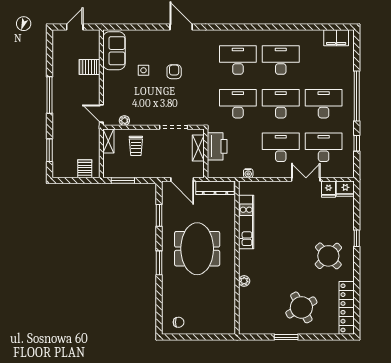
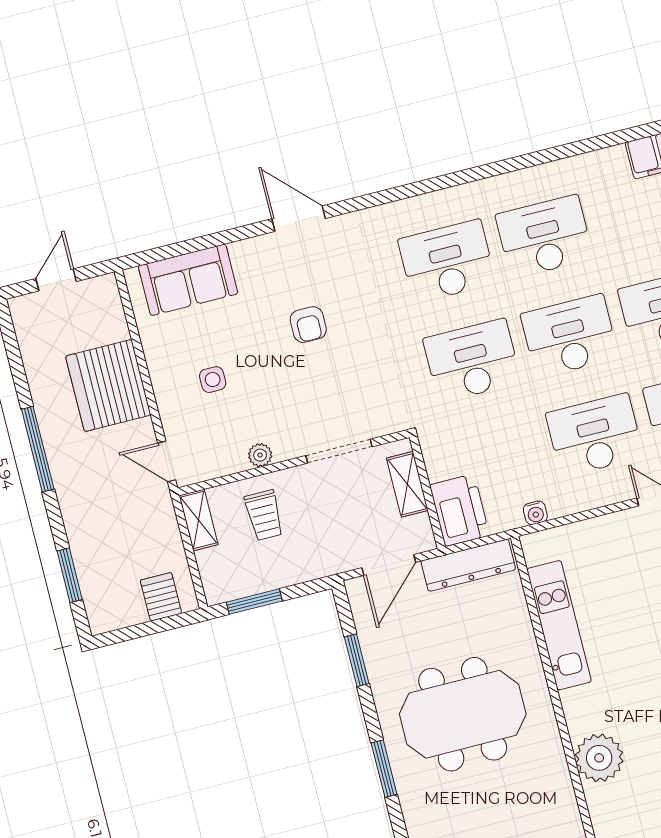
sofa: (114, 51) -> (188, 280), moved, turned 90
server rack: (90, 67) -> (108, 385), width x2.18, depth x1.44
side table: (143, 70) -> (213, 380), moved
armchair: (174, 72) -> (308, 325), turned 180
plant: (124, 121) -> (260, 455), moved
printer: (217, 146) -> (459, 510), moved
door: (182, 179) -> (389, 565), hinge flipped
meeting table: (197, 249) -> (463, 714), turned 90
plant: (244, 281) -> (599, 758), width x1.88, depth x1.88

